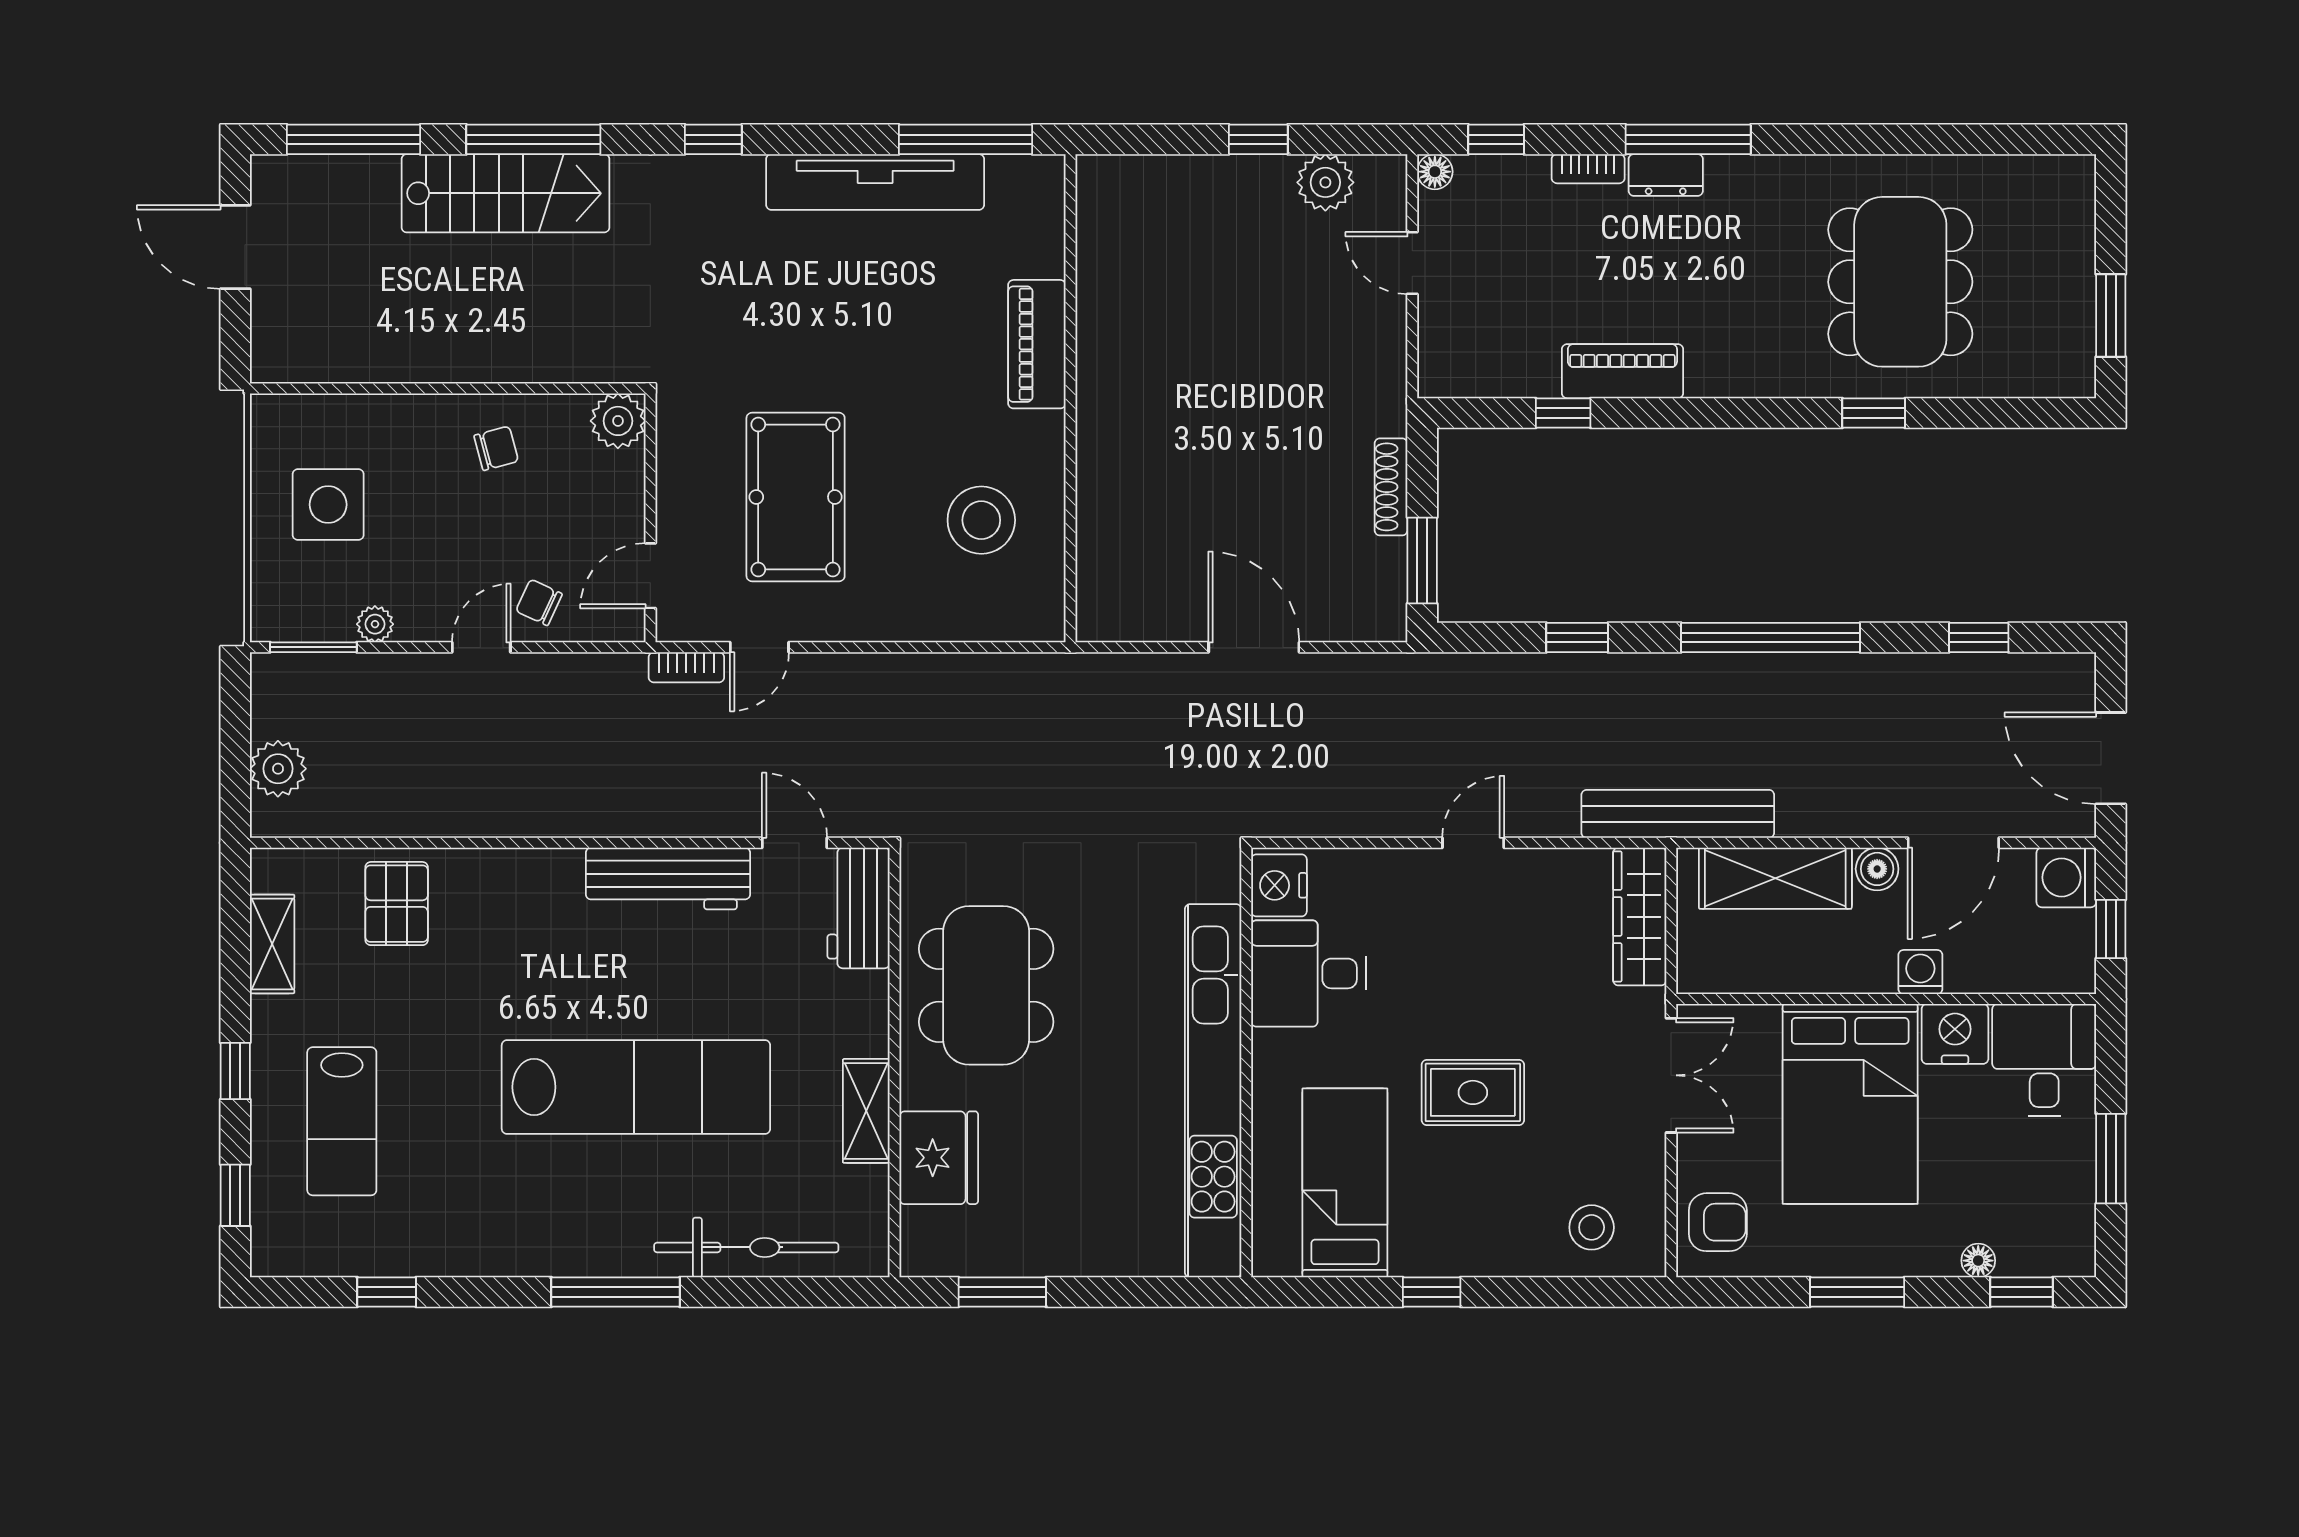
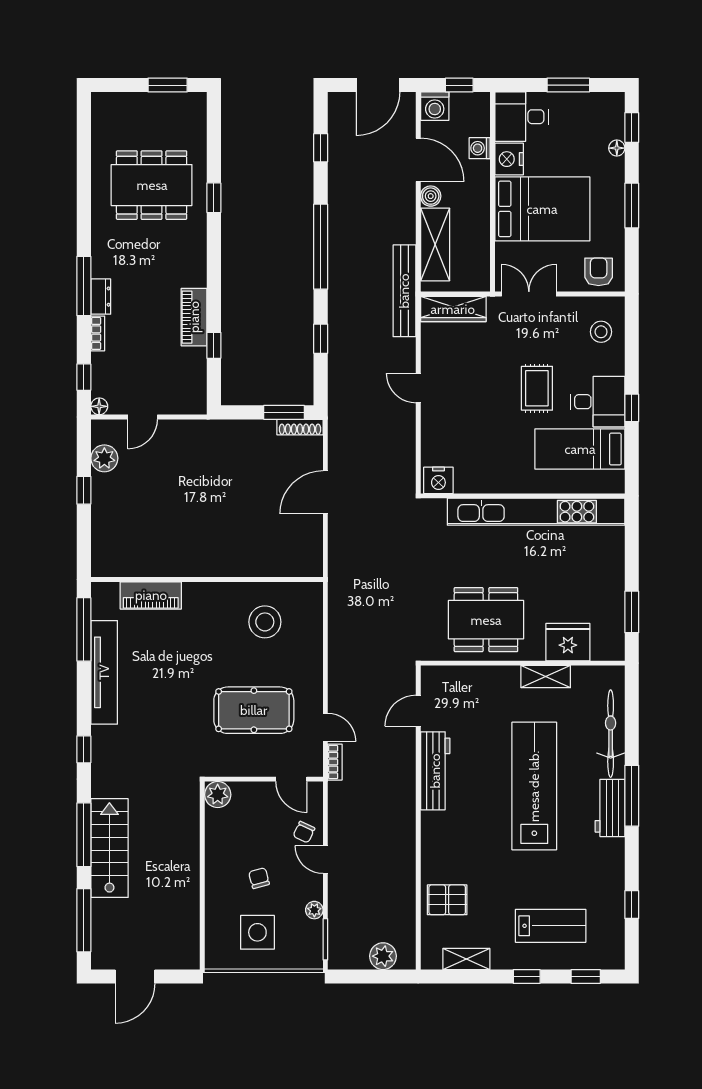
piano: (1037, 344) -> (151, 595), moved
chair: (496, 448) -> (259, 878), moved
shoe rack: (1391, 487) -> (300, 427), moved
workbench: (859, 908) -> (610, 808), moved, turned 90
washing machine: (1920, 972) -> (480, 148), moved
desk: (1309, 973) -> (598, 402), moved, turned -90

